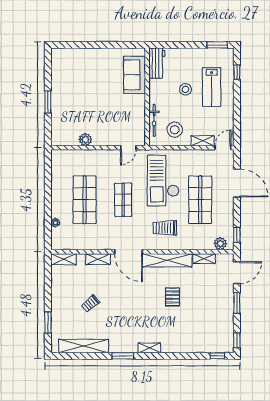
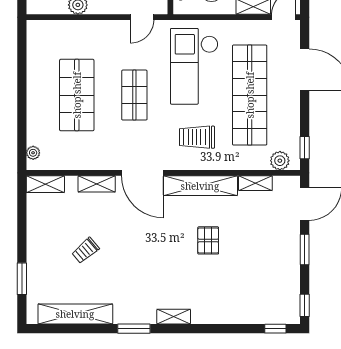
shop shelf: (200, 200) -> (250, 95), width x1.40
plant: (55, 223) -> (33, 153), moved

